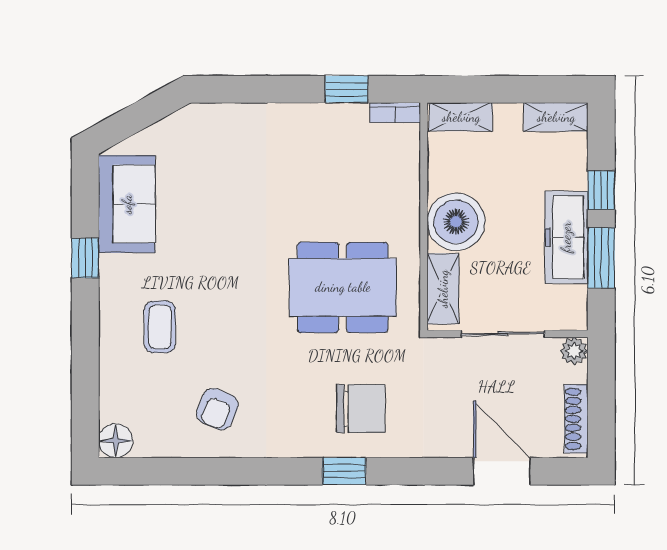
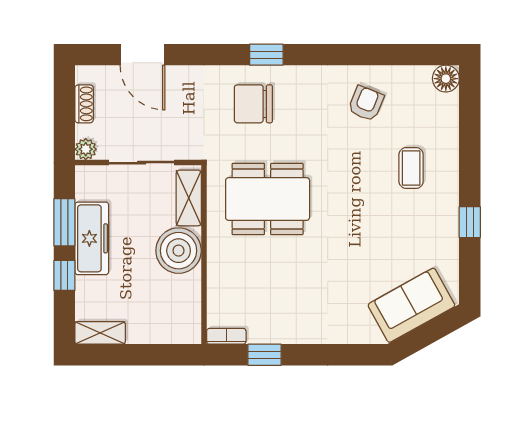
shelving: (461, 117) -> (175, 333), removed
sofa: (127, 204) -> (411, 305), moved, turned 61
shoe rack: (576, 419) -> (84, 104), width x0.70

